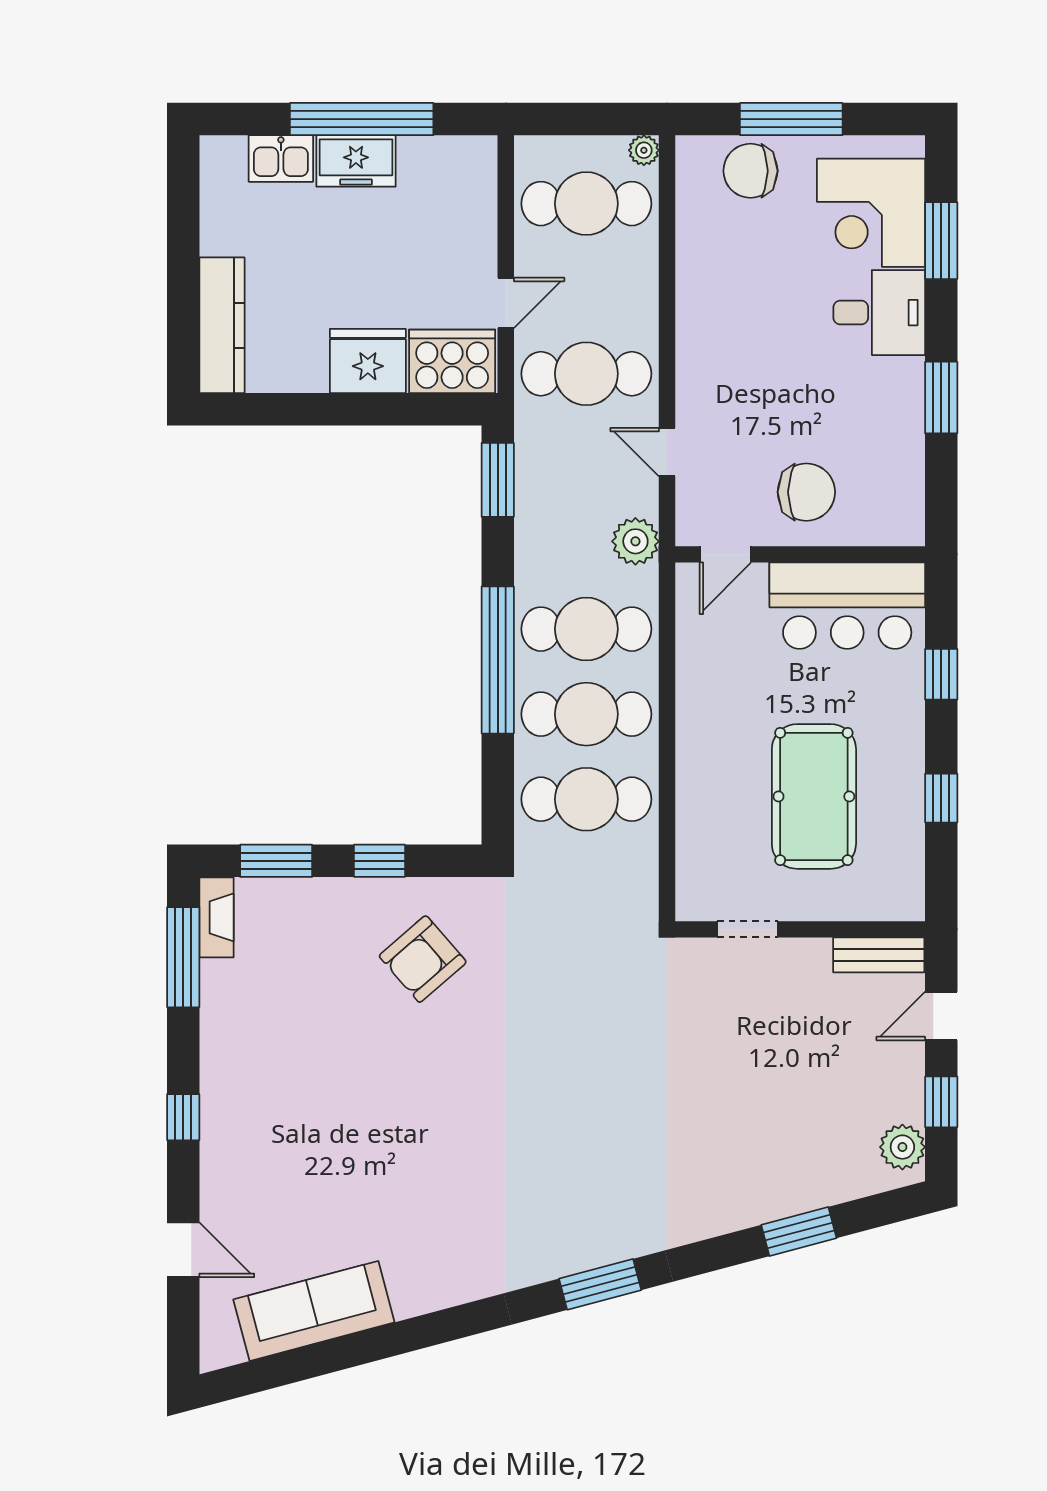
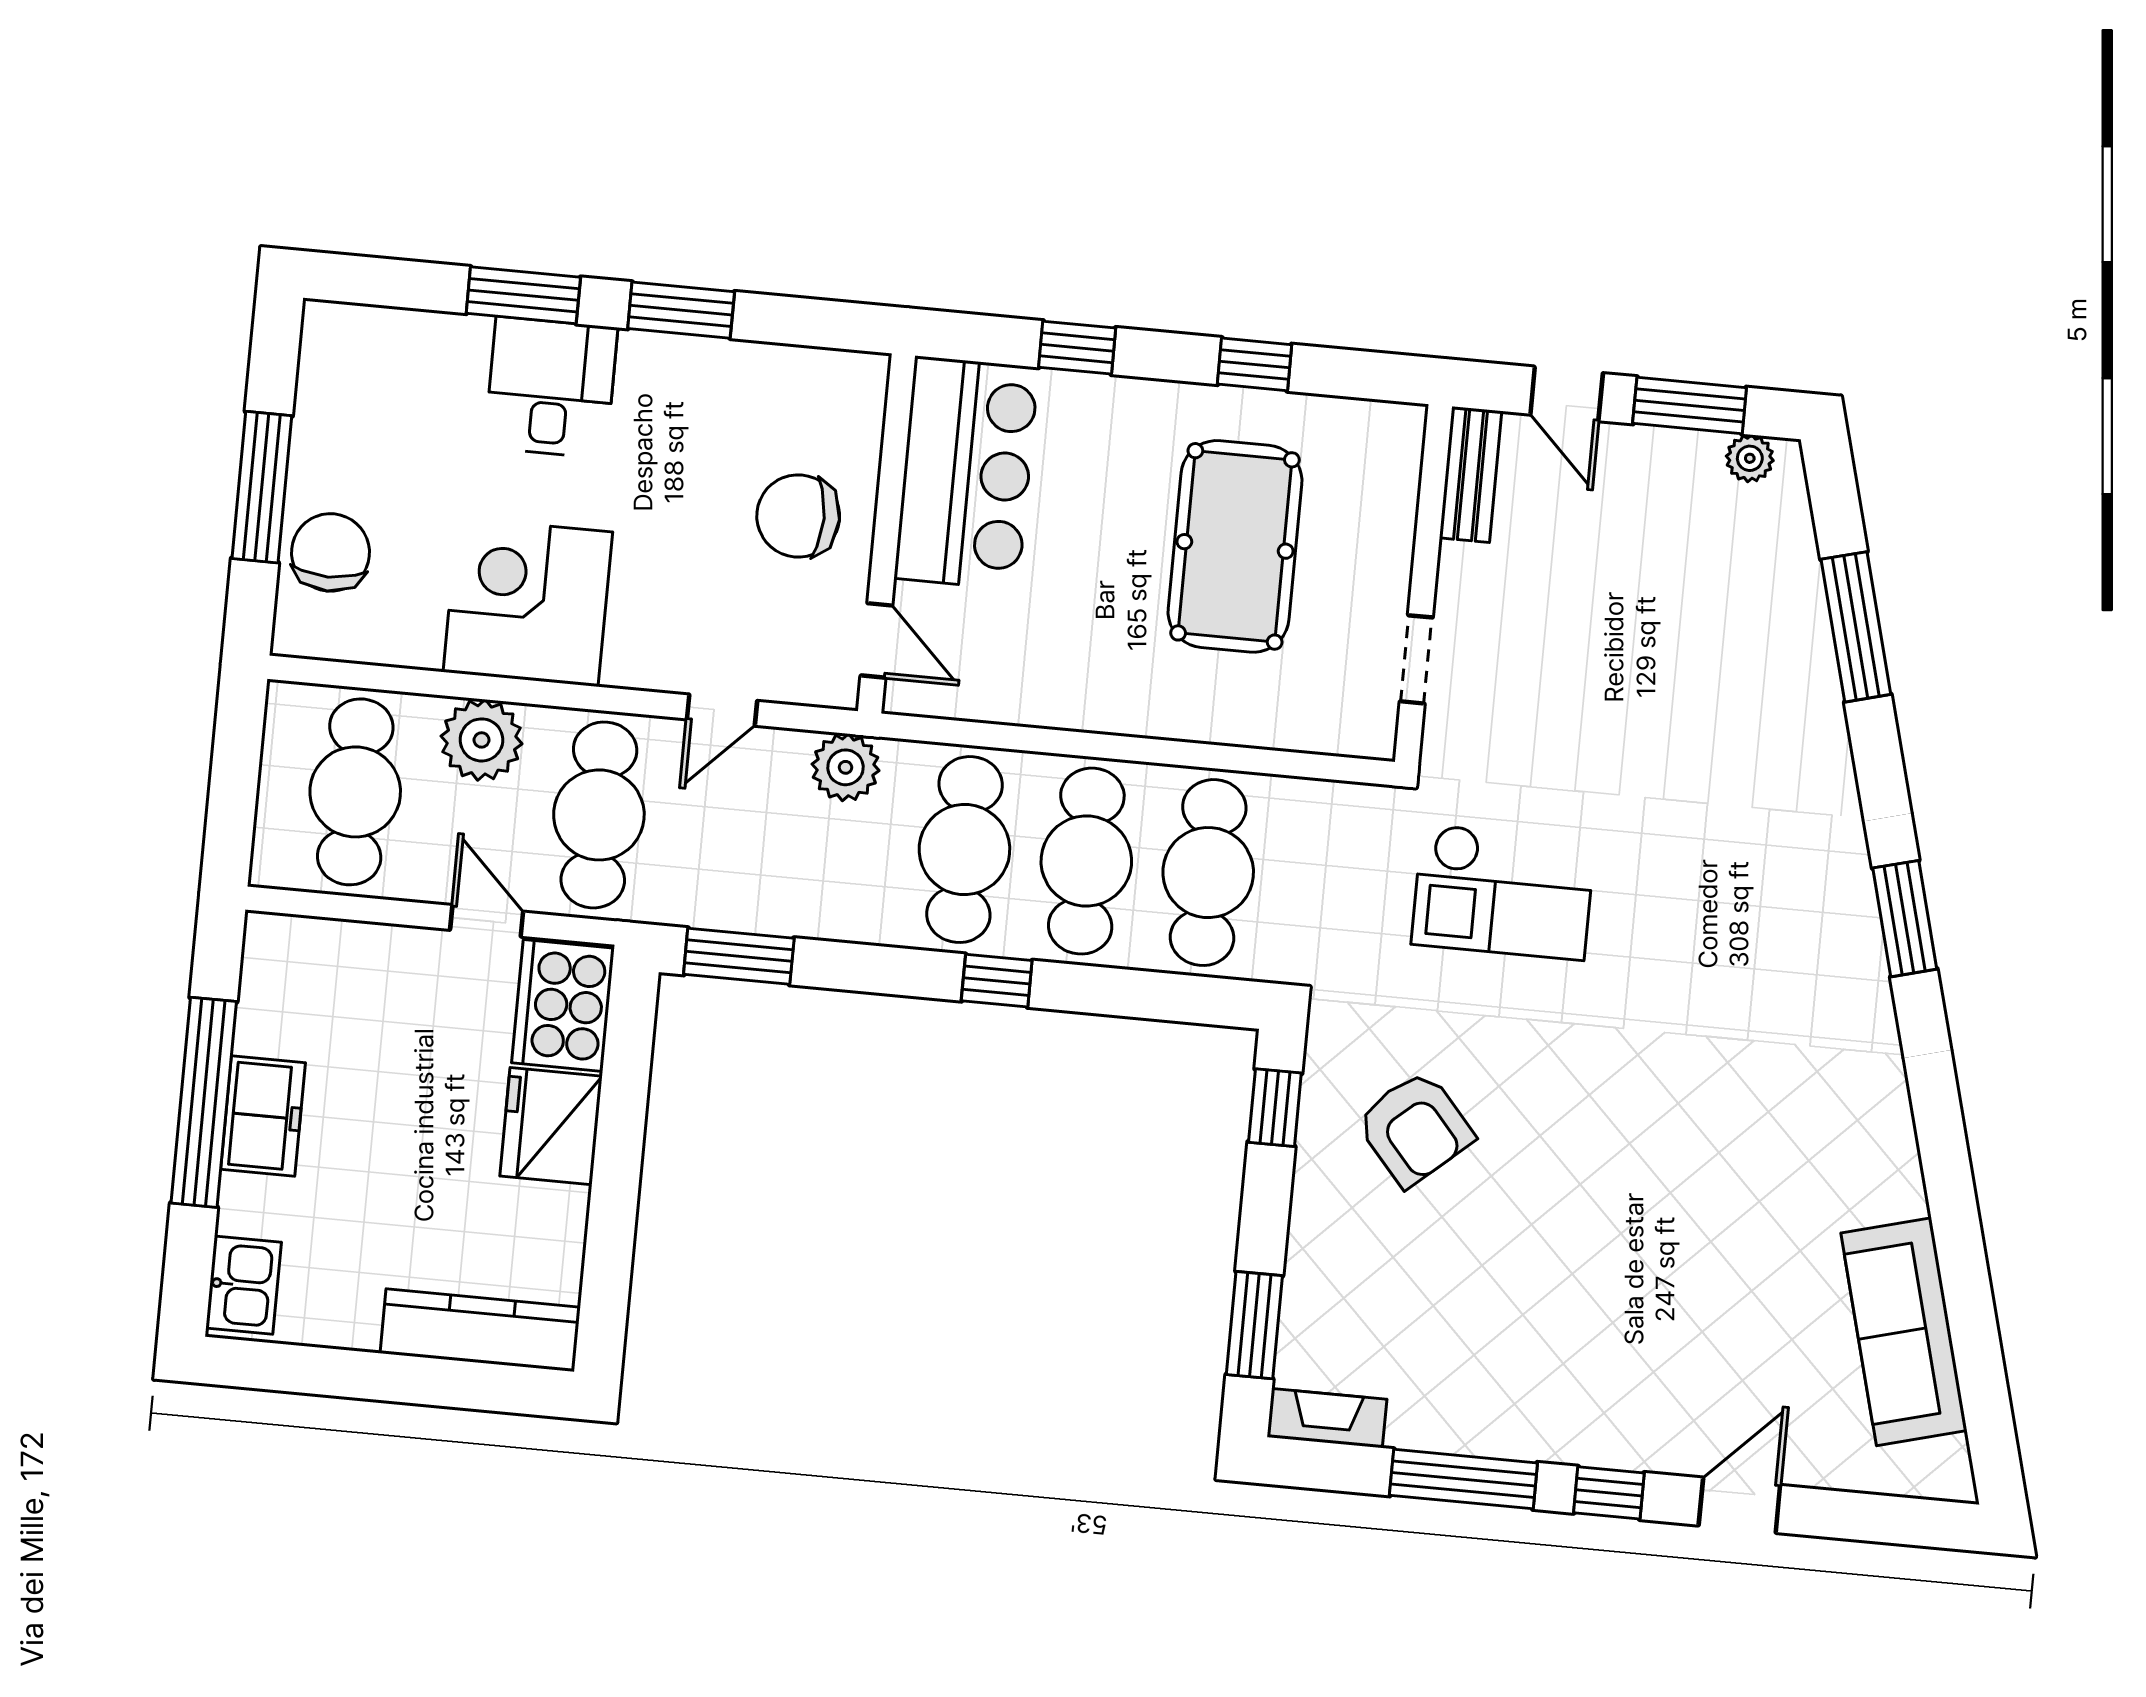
plant: (644, 150) -> (482, 740), moved, width x1.88, depth x1.88
kitchen sink: (281, 158) -> (243, 1285), moved
chair: (751, 171) -> (330, 552), turned 180
corner desk: (871, 213) -> (528, 602), moved, turned 180
window: (941, 241) -> (523, 295), moved
chair: (806, 492) -> (798, 516), turned -90
window: (498, 660) -> (997, 981), width x0.32
pool table: (814, 796) -> (1235, 546), turned 90
window: (380, 861) -> (1275, 1108), moved
window: (183, 957) -> (1463, 1479), moved
checkout: (592, 1005) -> (1503, 892), added
window: (941, 1102) -> (1690, 406), width x1.50
plant: (902, 1147) -> (1750, 458), width x0.73, depth x0.73
window: (799, 1232) -> (1856, 627), width x1.44
door: (183, 1250) -> (1739, 1505), moved

